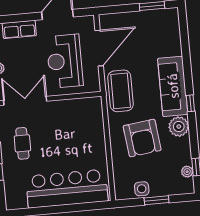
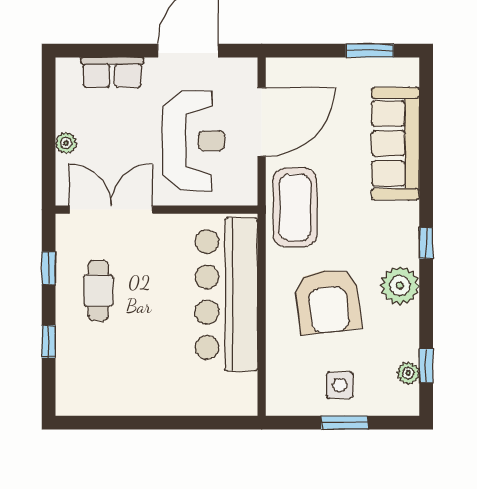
reception desk: (65, 61) -> (193, 141), turned 180
sofa: (173, 86) -> (395, 143), moved
bar counter: (67, 189) -> (226, 295), moved, turned -90
side table: (142, 189) -> (340, 385), moved

